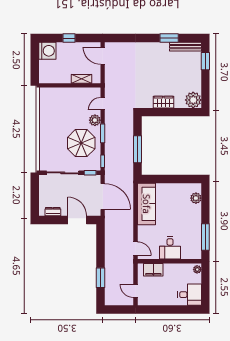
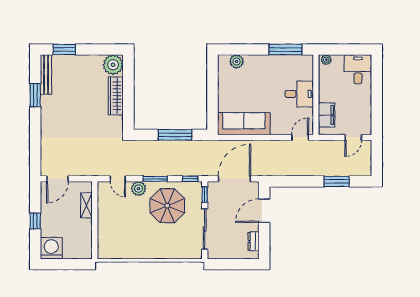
wardrobe: (163, 102) -> (116, 96), width x1.50

